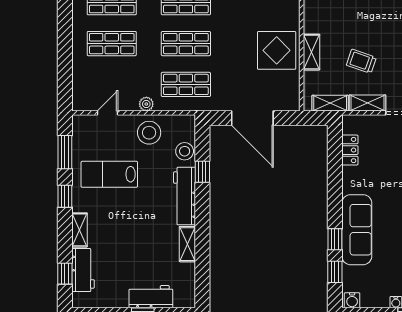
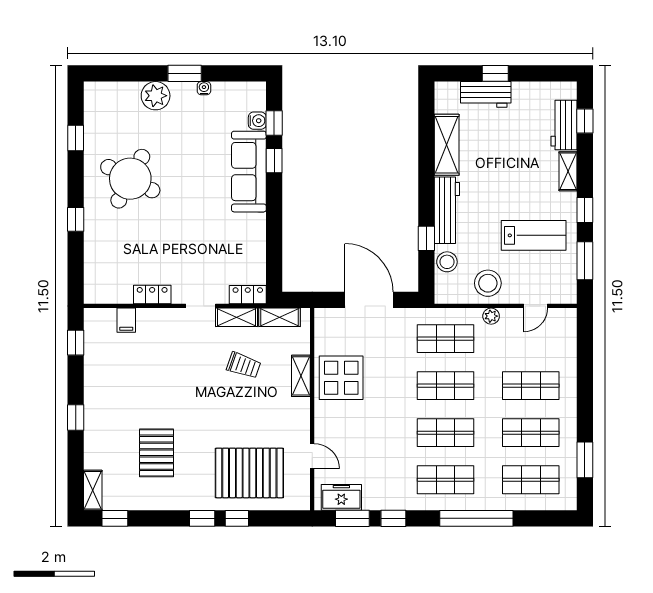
locker: (350, 150) -> (248, 295), moved, turned 90
shelving: (187, 244) -> (447, 145), width x1.50, depth x1.33
water cooler: (352, 300) -> (257, 121), moved, turned 90

